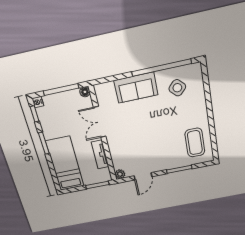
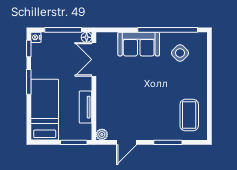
double door: (100, 122) -> (94, 59), moved

